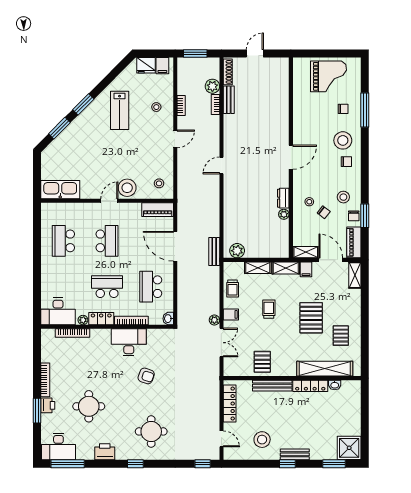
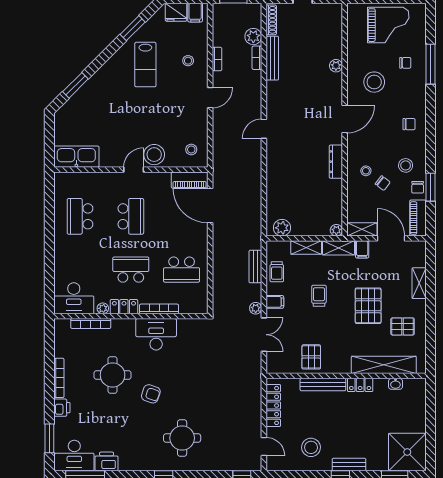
bench: (229, 100) -> (272, 58), width x1.36
window: (83, 104) -> (133, 28), moved
plant: (284, 111) -> (336, 66), added
stool: (343, 140) -> (374, 82), moved
dresser: (283, 198) -> (336, 162), width x1.44
plant: (284, 214) -> (336, 230), moved
door: (175, 246) -> (210, 206), moved
bench: (214, 252) -> (255, 267), moved
shelving: (355, 275) -> (419, 283), moved
school desk: (151, 287) -> (182, 270), turned -90
washbasin: (168, 319) -> (202, 307), removed
pallet: (341, 336) -> (403, 326), turned 90
armchair: (146, 376) -> (151, 394), moved
locker: (310, 386) -> (360, 385), width x0.66
round table: (89, 406) -> (113, 375), moved
window: (37, 411) -> (49, 438), moved
shower: (349, 448) -> (407, 452), width x1.37, depth x1.37
printer: (105, 452) -> (107, 461), moved

